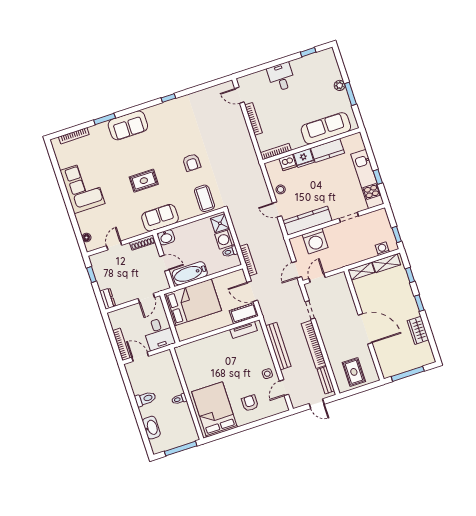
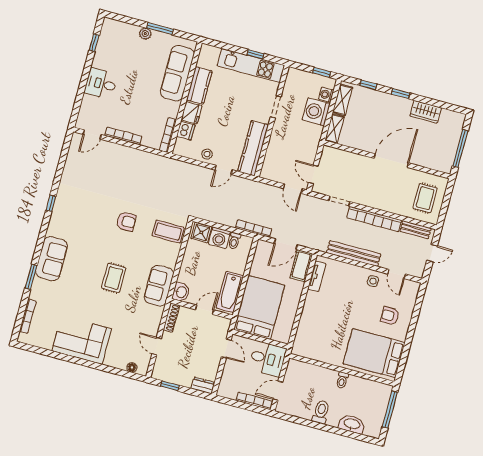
washing machine: (315, 241) -> (316, 112), moved, turned 180
rug: (354, 372) -> (425, 198), turned 90

